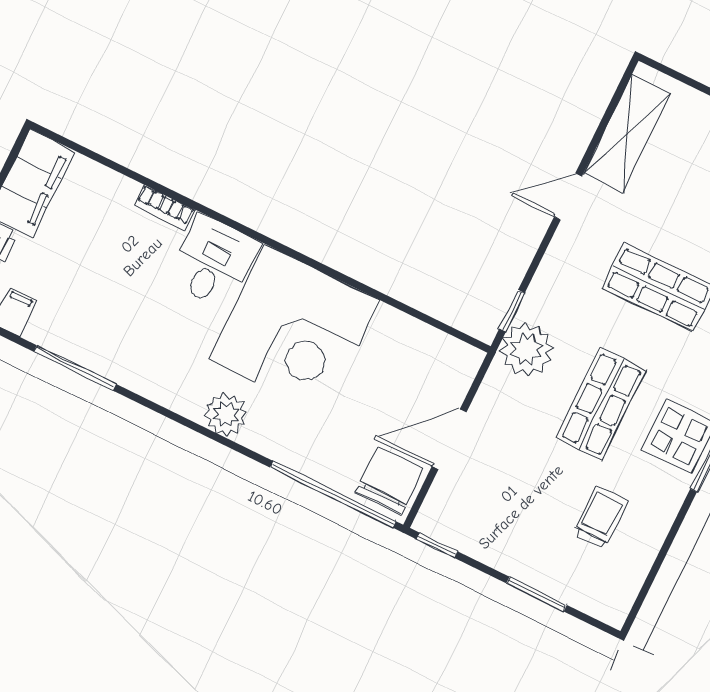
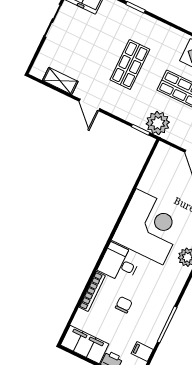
shelving: (627, 134) -> (60, 81), width x0.67, depth x0.75
bookcase: (165, 207) -> (92, 291), width x1.56
chair: (120, 271) -> (124, 305), added

